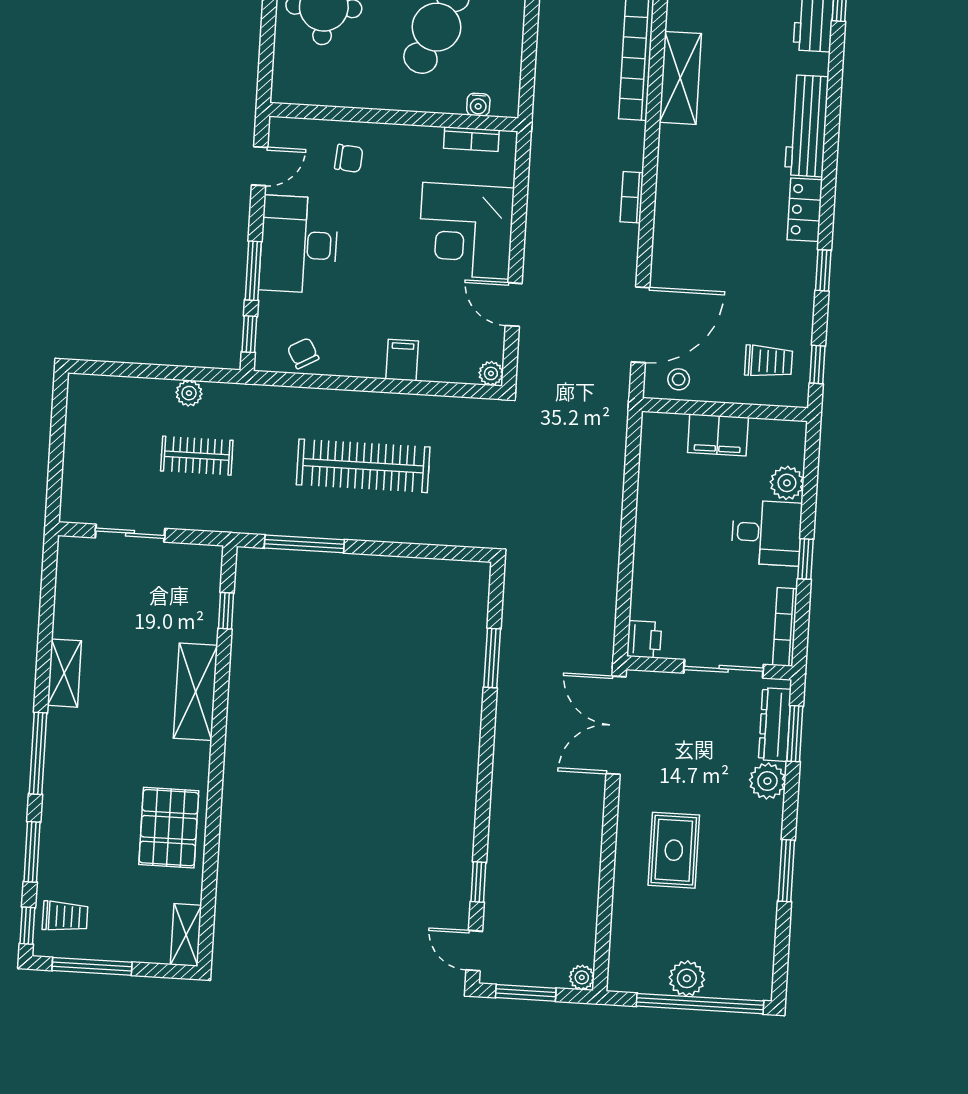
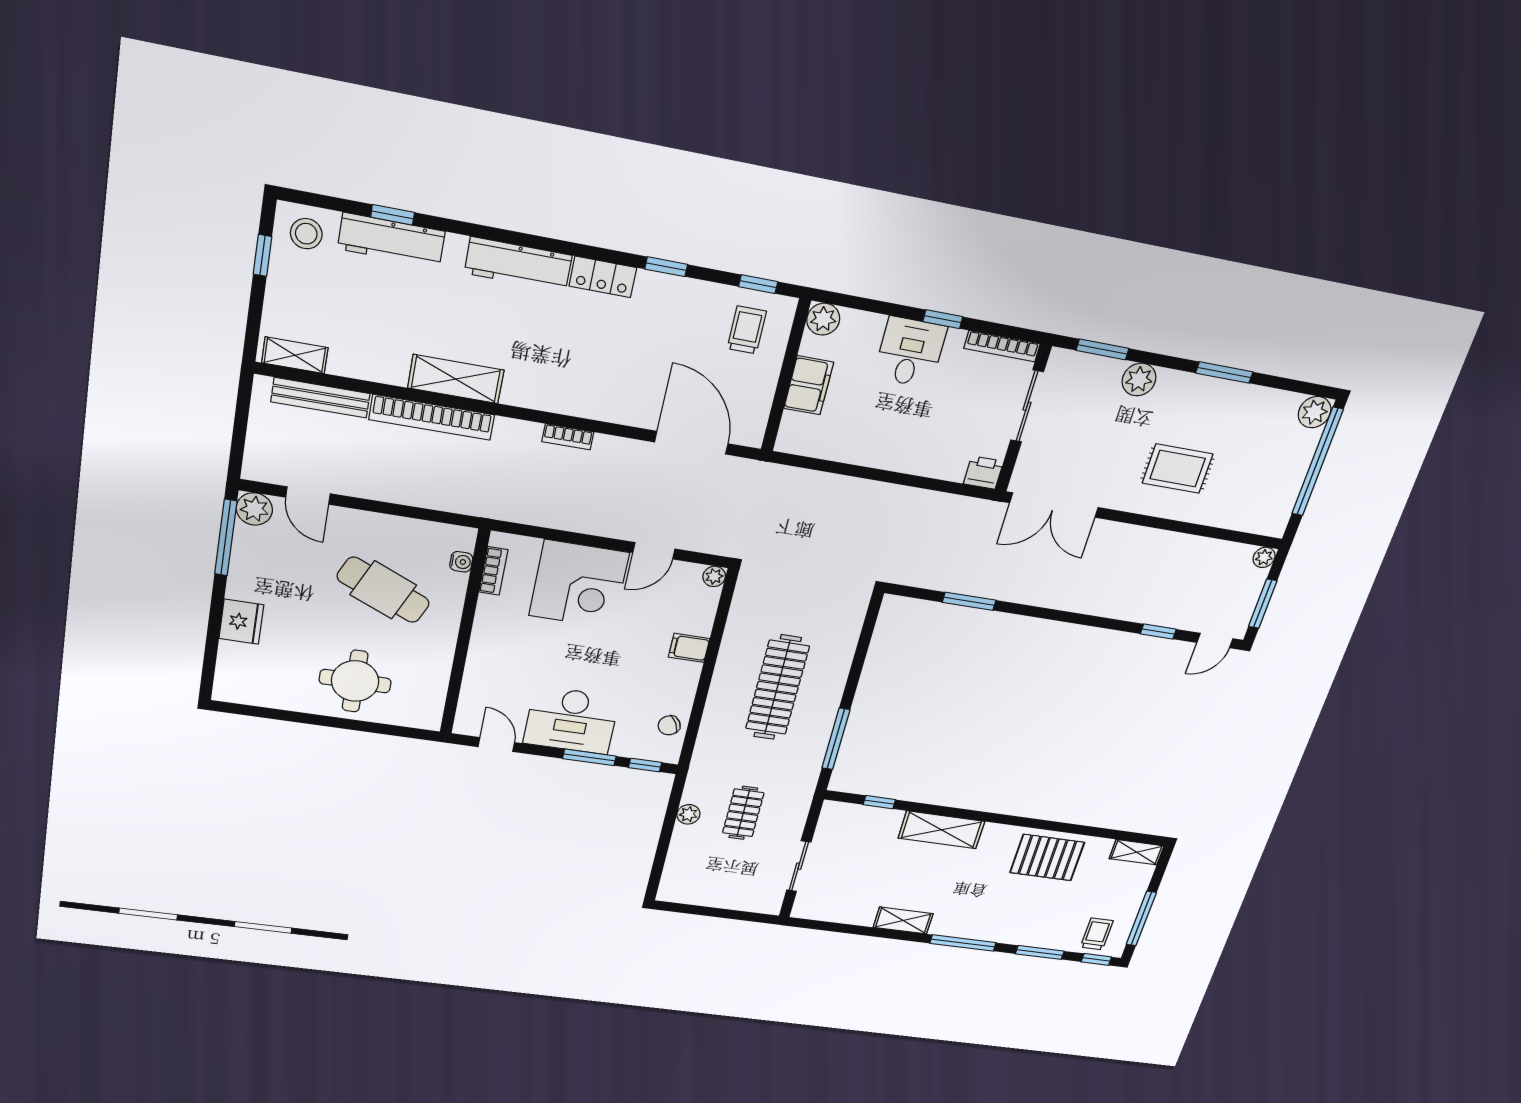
chair: (349, 158) -> (498, 674), removed
stool: (679, 379) -> (749, 415), removed
plant: (787, 483) -> (823, 319), moved
dresser: (775, 725) -> (1090, 367), removed
plant: (687, 978) -> (1315, 412), moved

